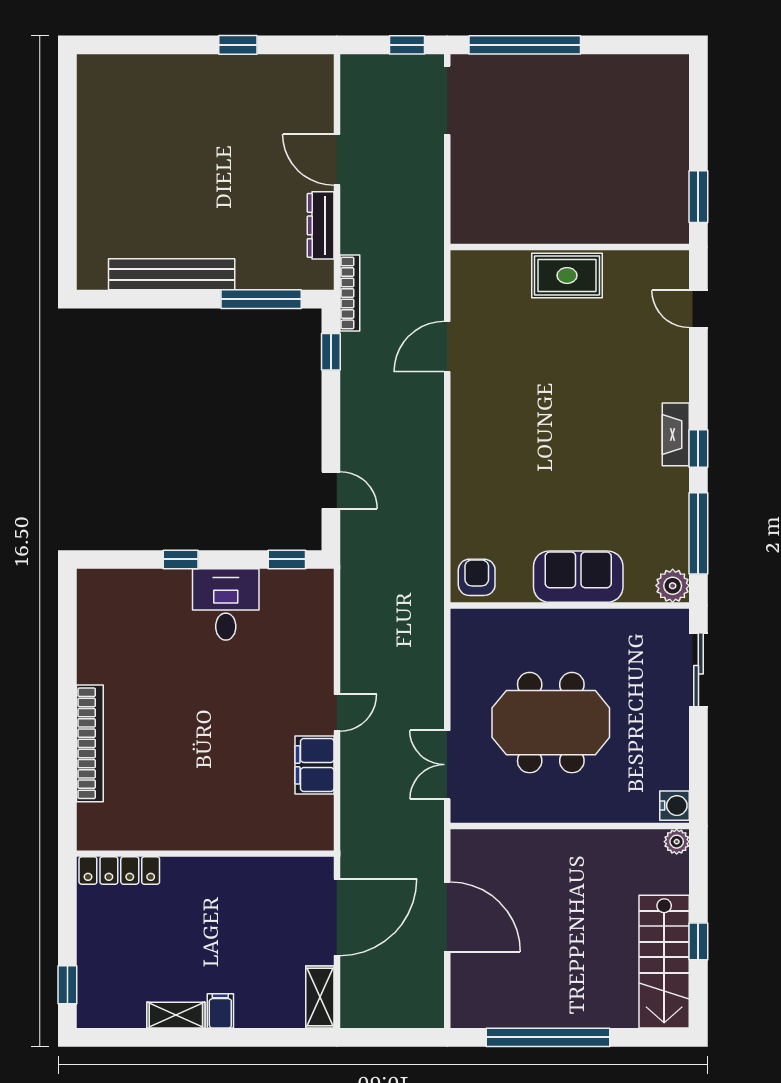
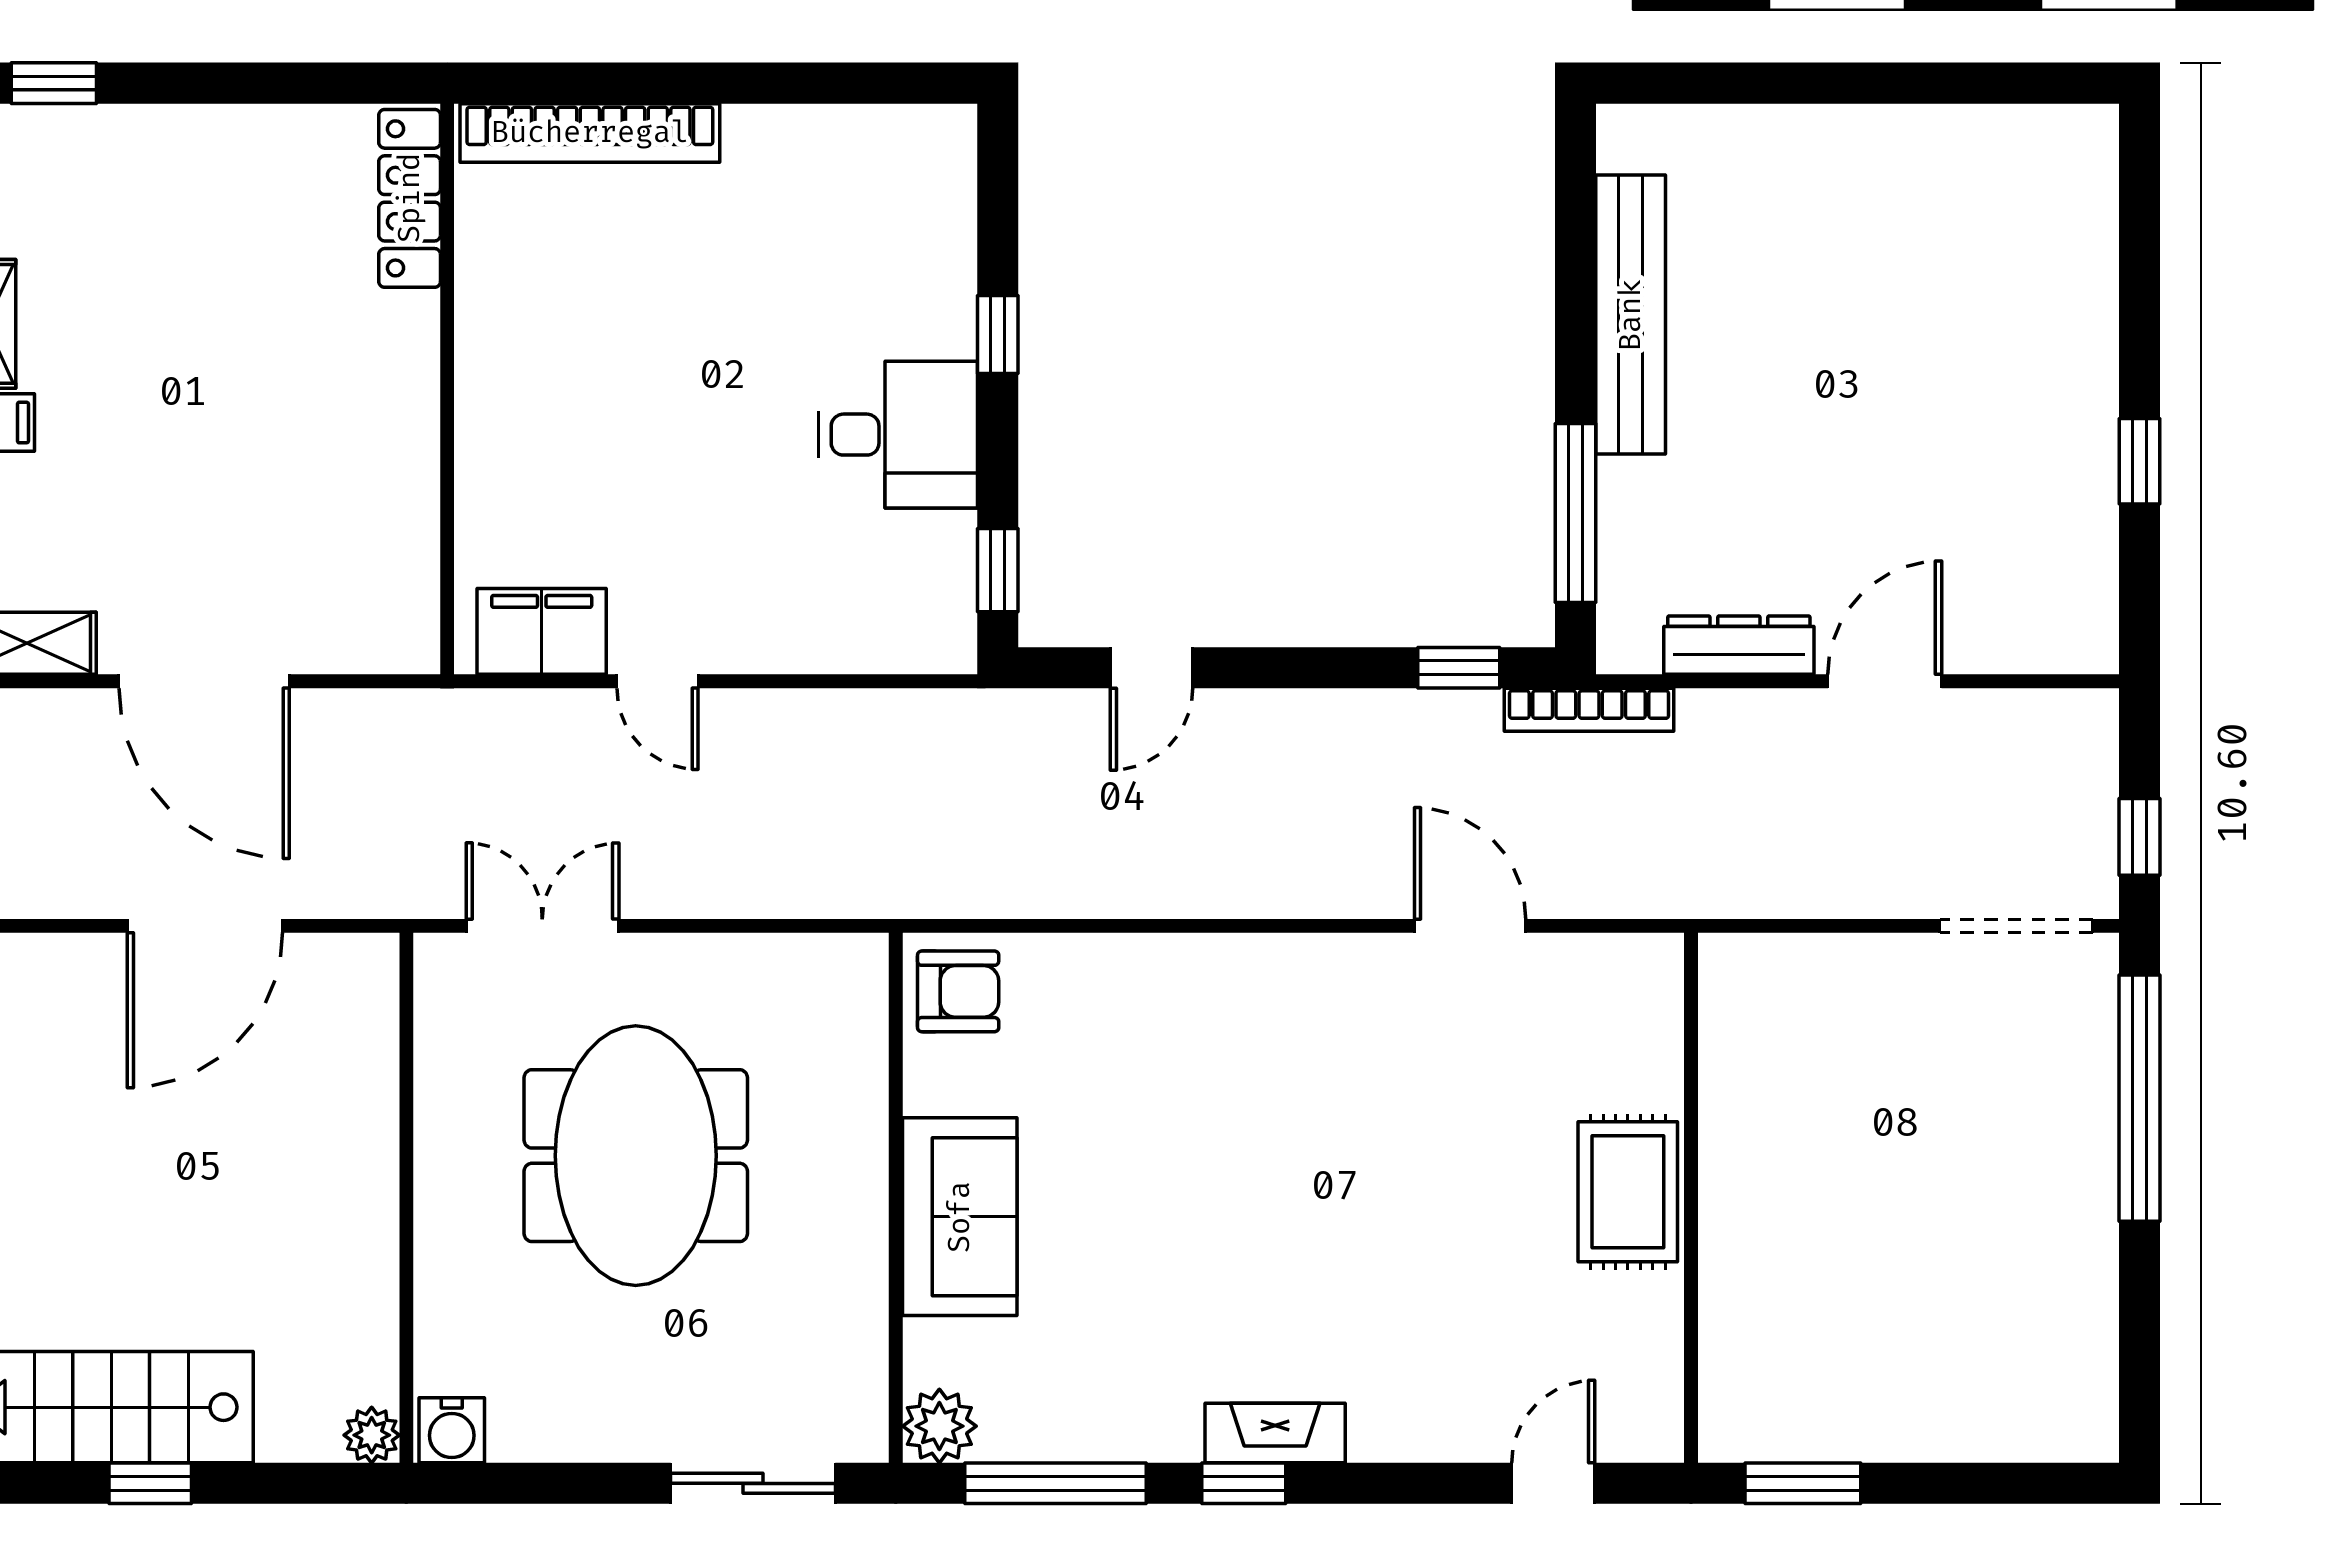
wall: (205, 854) -> (447, 389), moved
locker: (119, 870) -> (410, 198), moved

